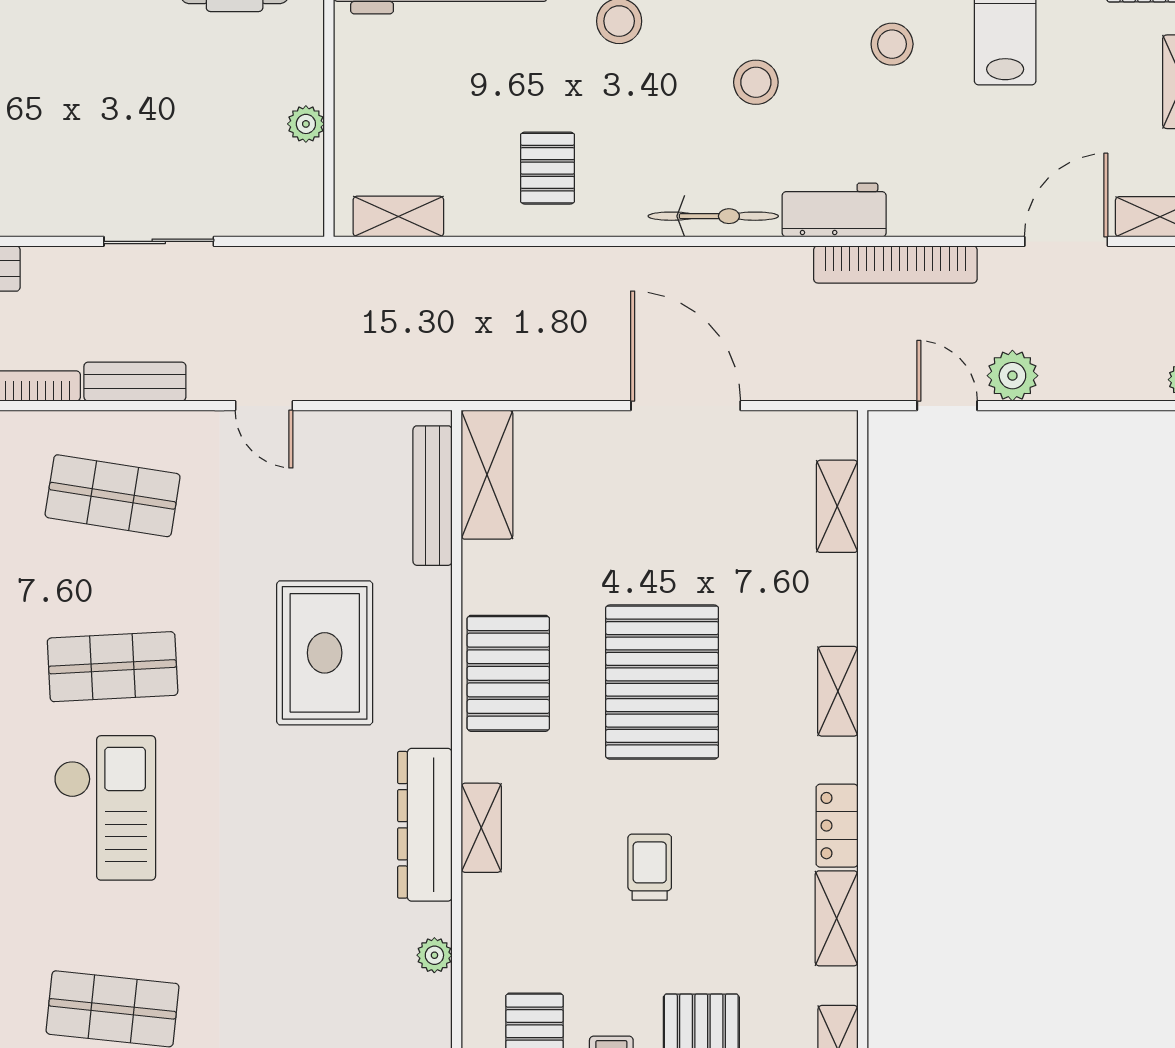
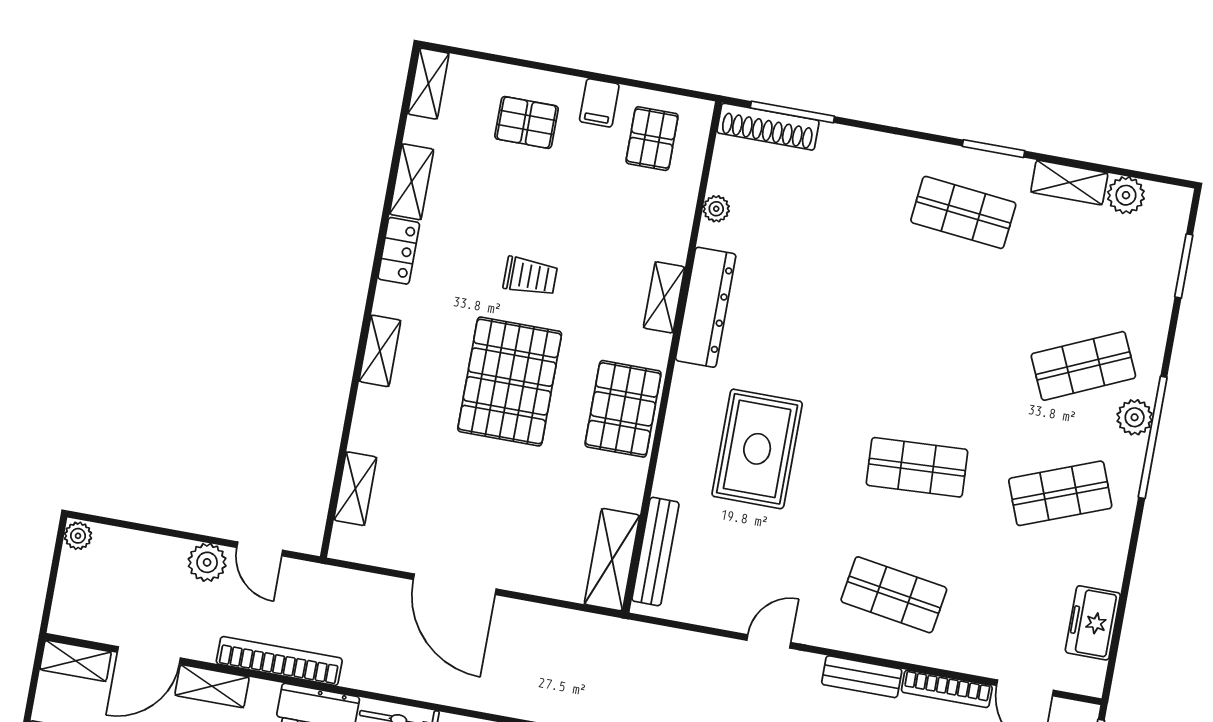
shelving: (977, 216) -> (212, 686), added
door: (264, 406) -> (769, 641), hinge flipped
checkout: (105, 808) -> (942, 363), removed
trolley: (650, 867) -> (530, 276), moved, turned -90

